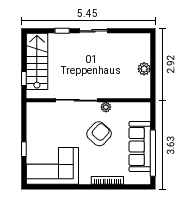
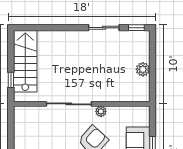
window: (62, 31) -> (136, 28), moved
sliding door: (93, 31) -> (104, 28), moved

